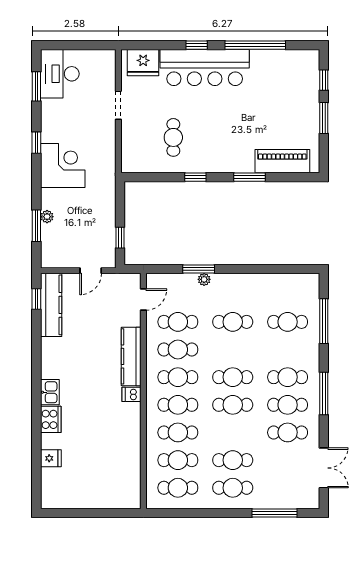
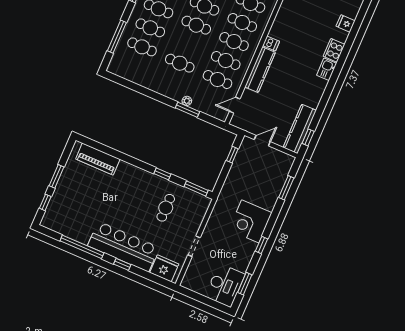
window: (249, 177) -> (196, 188), moved
plant: (47, 217) -> (276, 191), removed
cafe table: (288, 350) -> (150, 28), added

